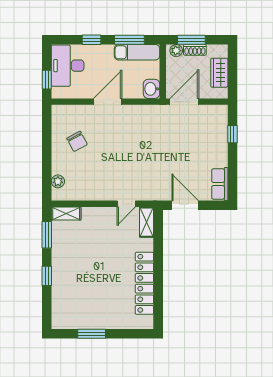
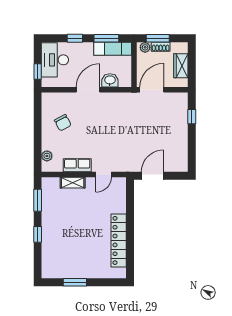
washbasin: (151, 89) -> (110, 80), moved, turned 90
row of seats: (220, 184) -> (77, 165), moved, turned 90
door: (185, 205) -> (152, 176), hinge flipped
shelving: (66, 213) -> (73, 183), moved
shelving: (147, 222) -> (121, 190), removed

